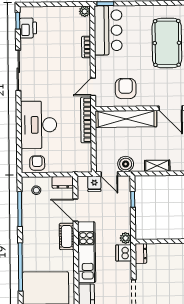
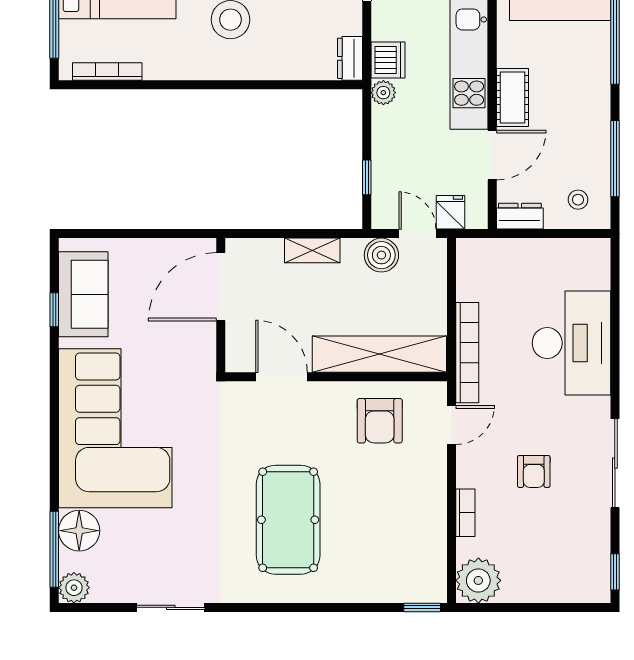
plant: (85, 11) -> (478, 580), width x1.87, depth x1.87
printer: (28, 28) -> (592, 556), removed
bar counter: (108, 30) -> (417, 549), removed
armchair: (37, 163) -> (534, 471), moved
door: (76, 210) -> (492, 155), hinge flipped

